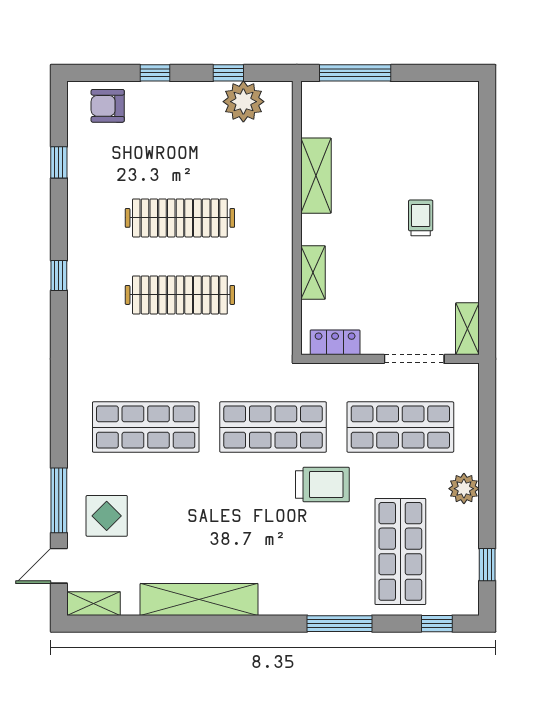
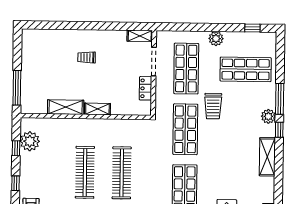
shelving: (313, 272) -> (97, 109), moved
locker: (335, 342) -> (146, 88), moved
trolley: (322, 485) -> (213, 106), turned 180
shelving: (199, 600) -> (267, 157), width x0.68
plant: (303, 601) -> (268, 116), added
window: (437, 624) -> (279, 130), moved

